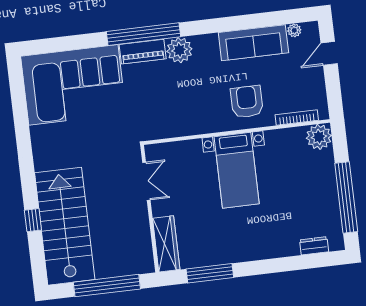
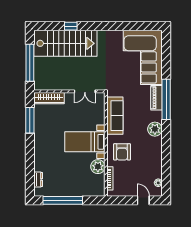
sofa: (253, 43) -> (115, 116), moved, turned 180
plant: (179, 50) -> (155, 129), moved
armchair: (247, 102) -> (122, 152), turned 90
plant: (319, 137) -> (98, 167), moved

